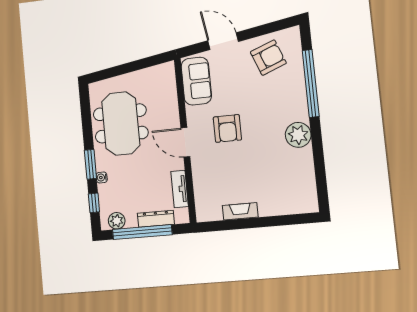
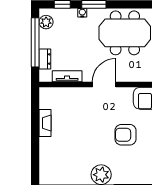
armchair: (227, 128) -> (126, 135), moved
dresser: (156, 219) -> (45, 59), width x0.70

